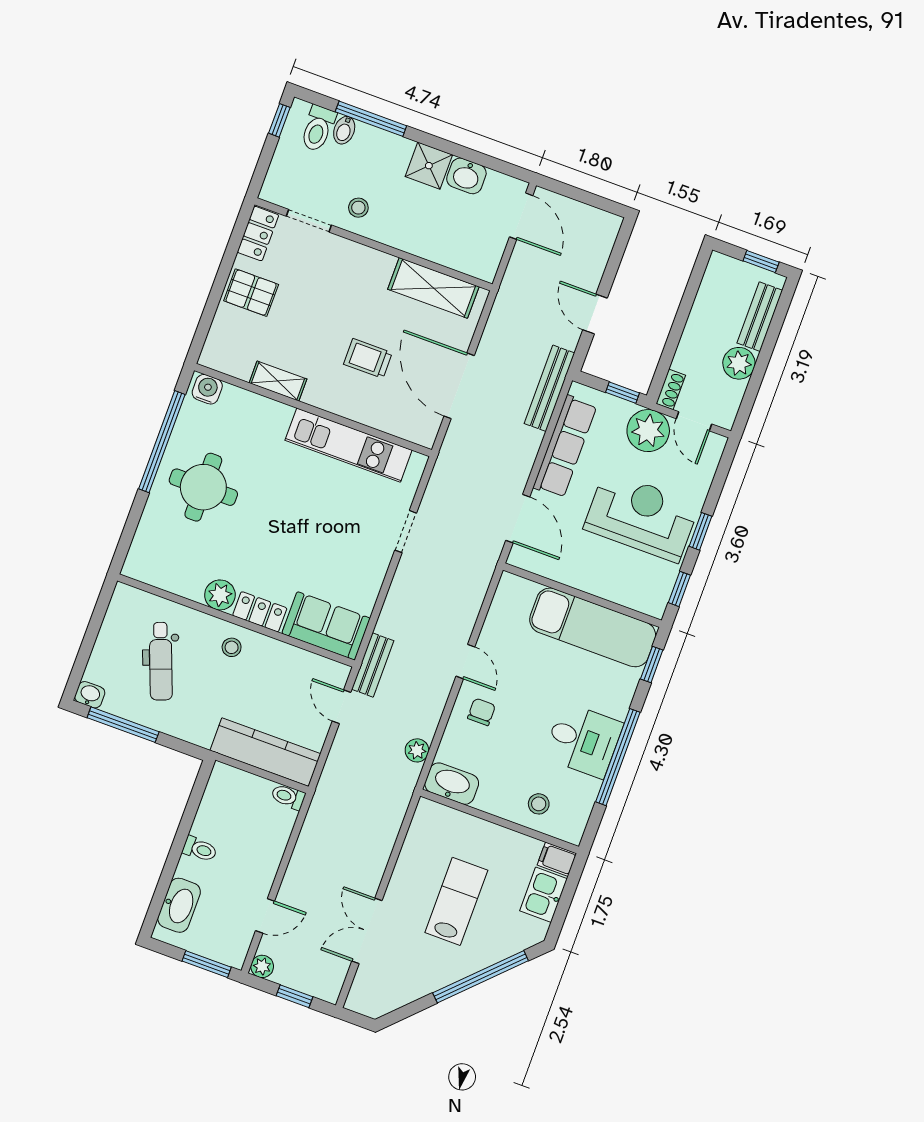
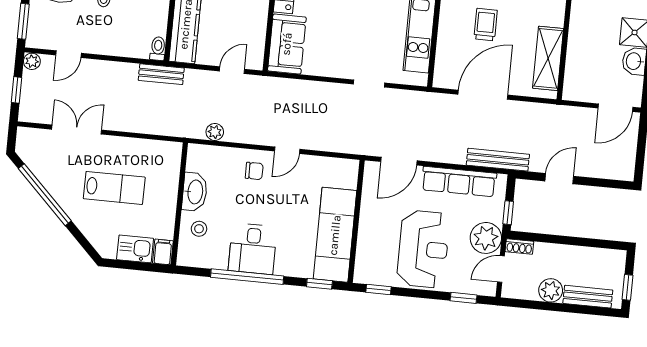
window: (700, 531) -> (464, 298), moved
bench: (373, 665) -> (161, 74), moved
washbasin: (452, 784) -> (195, 192), moved
door: (265, 916) -> (69, 54), hinge flipped
window: (481, 977) -> (45, 195), moved

